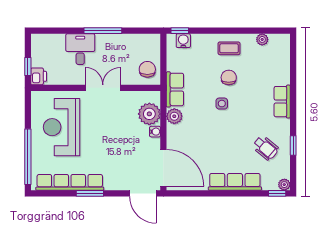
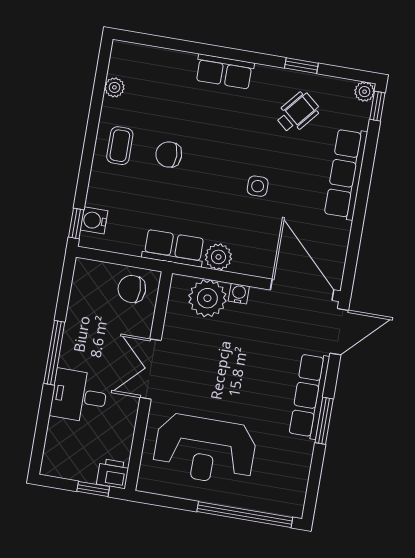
side table: (222, 104) -> (258, 186), moved
door: (163, 168) -> (302, 290), hinge flipped
row of seats: (70, 182) -> (309, 396), moved, width x0.73

